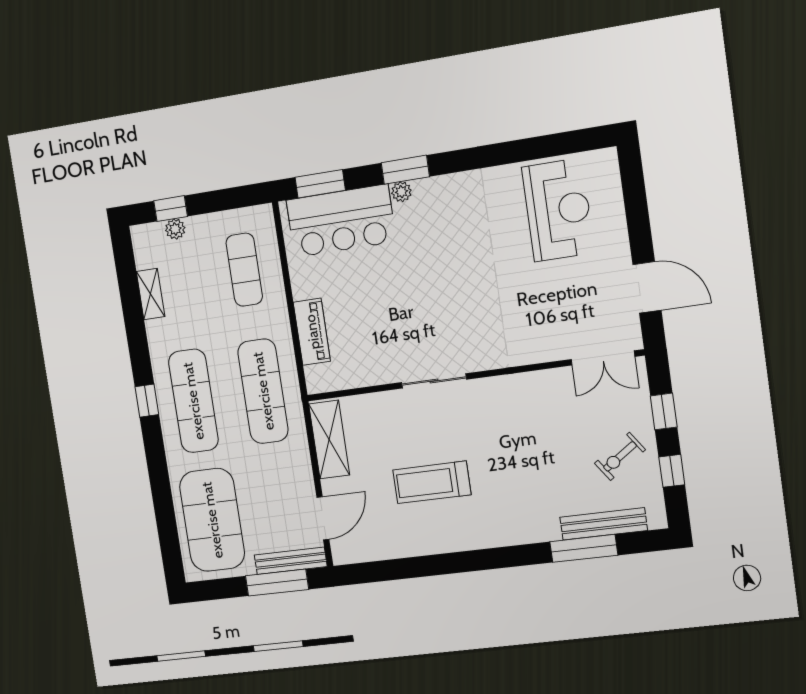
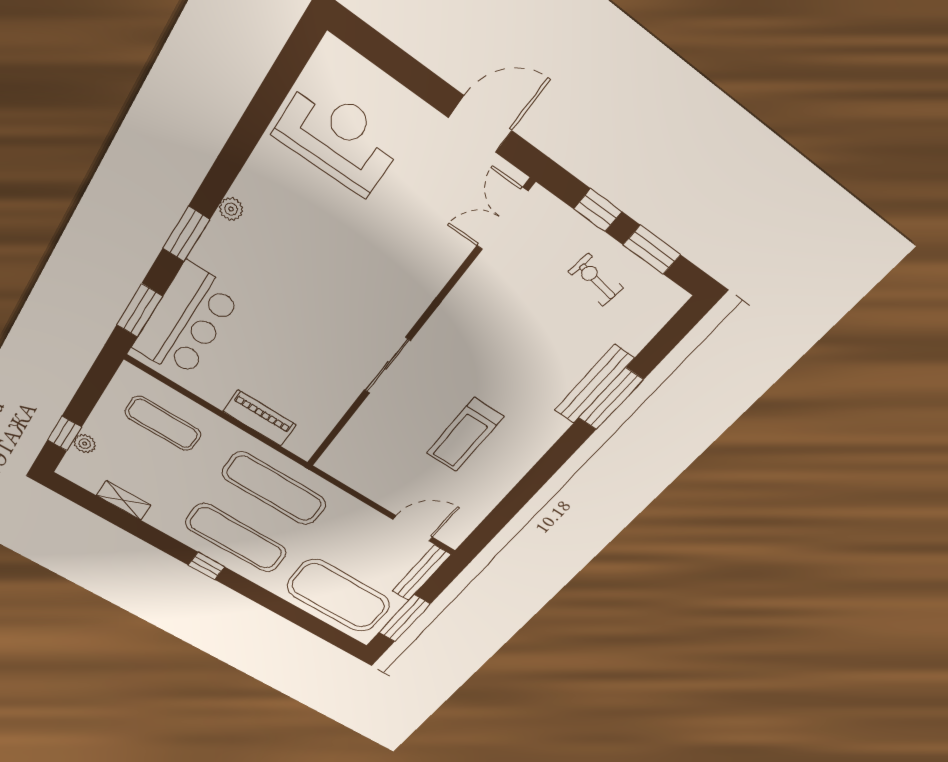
plant: (401, 192) -> (231, 209), moved
double door: (603, 358) -> (502, 219), swing flipped
shelving: (329, 439) -> (357, 476), removed
exercise bike: (620, 456) -> (596, 280), turned 134
window: (672, 471) -> (652, 250), width x1.50
door: (323, 518) -> (413, 528), hinge flipped
bench: (604, 524) -> (594, 384), moved
window: (584, 548) -> (611, 399), moved
window: (277, 583) -> (404, 618), moved

